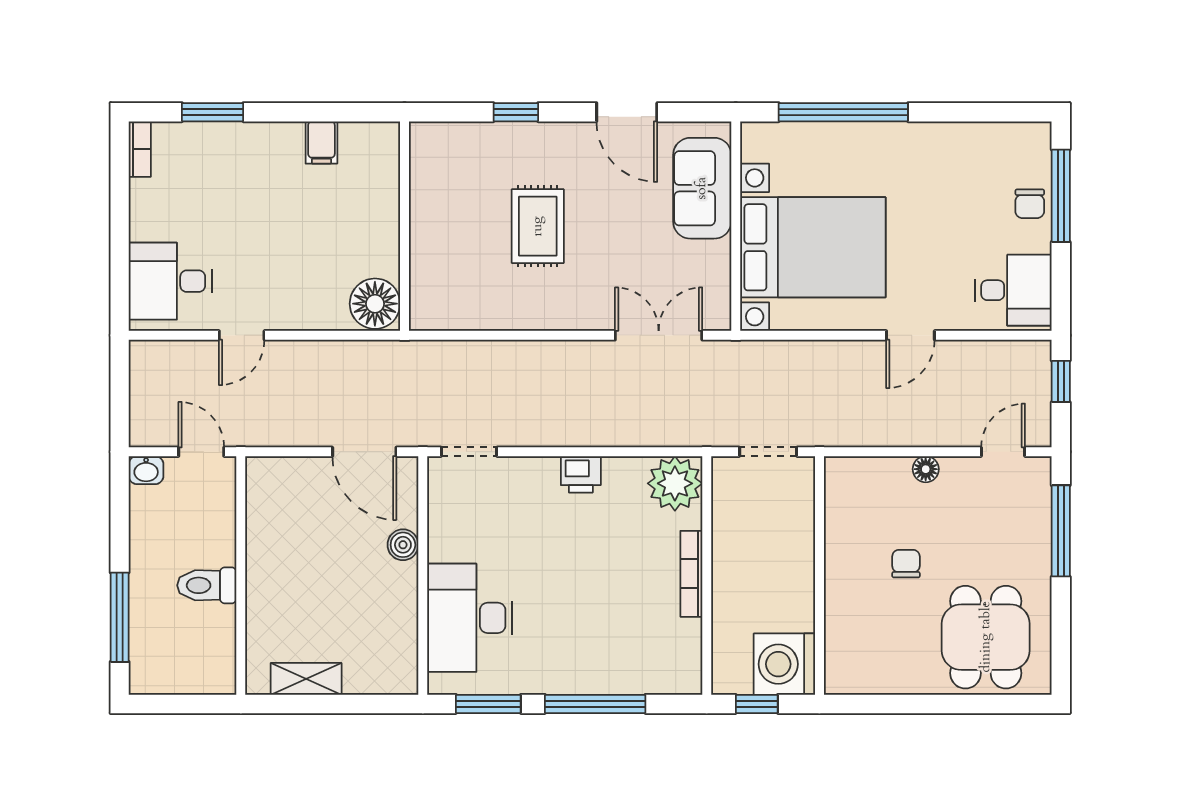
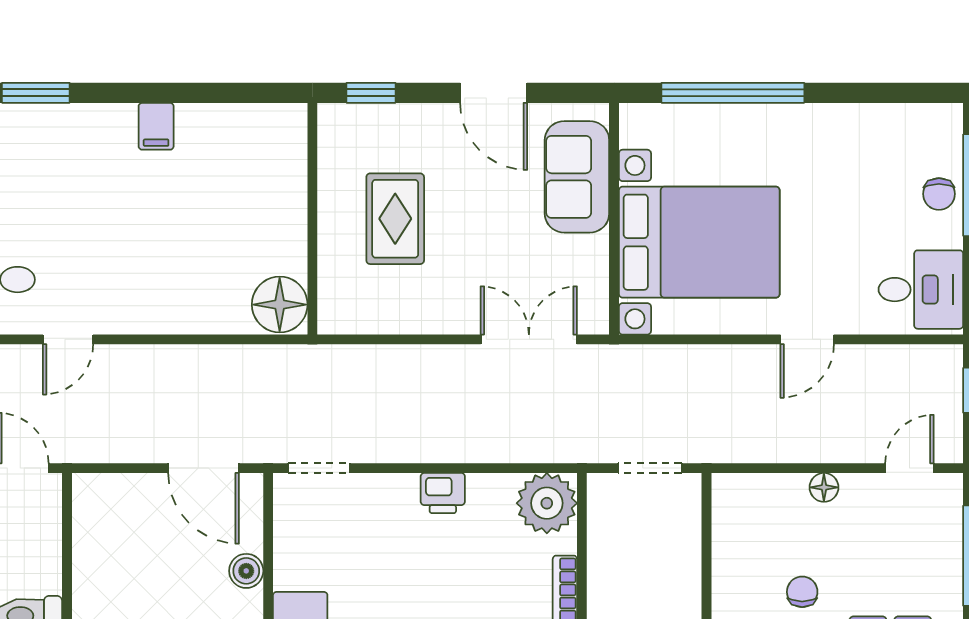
wall: (405, 226) -> (312, 219), moved
floor lamp: (375, 304) -> (280, 305), moved

